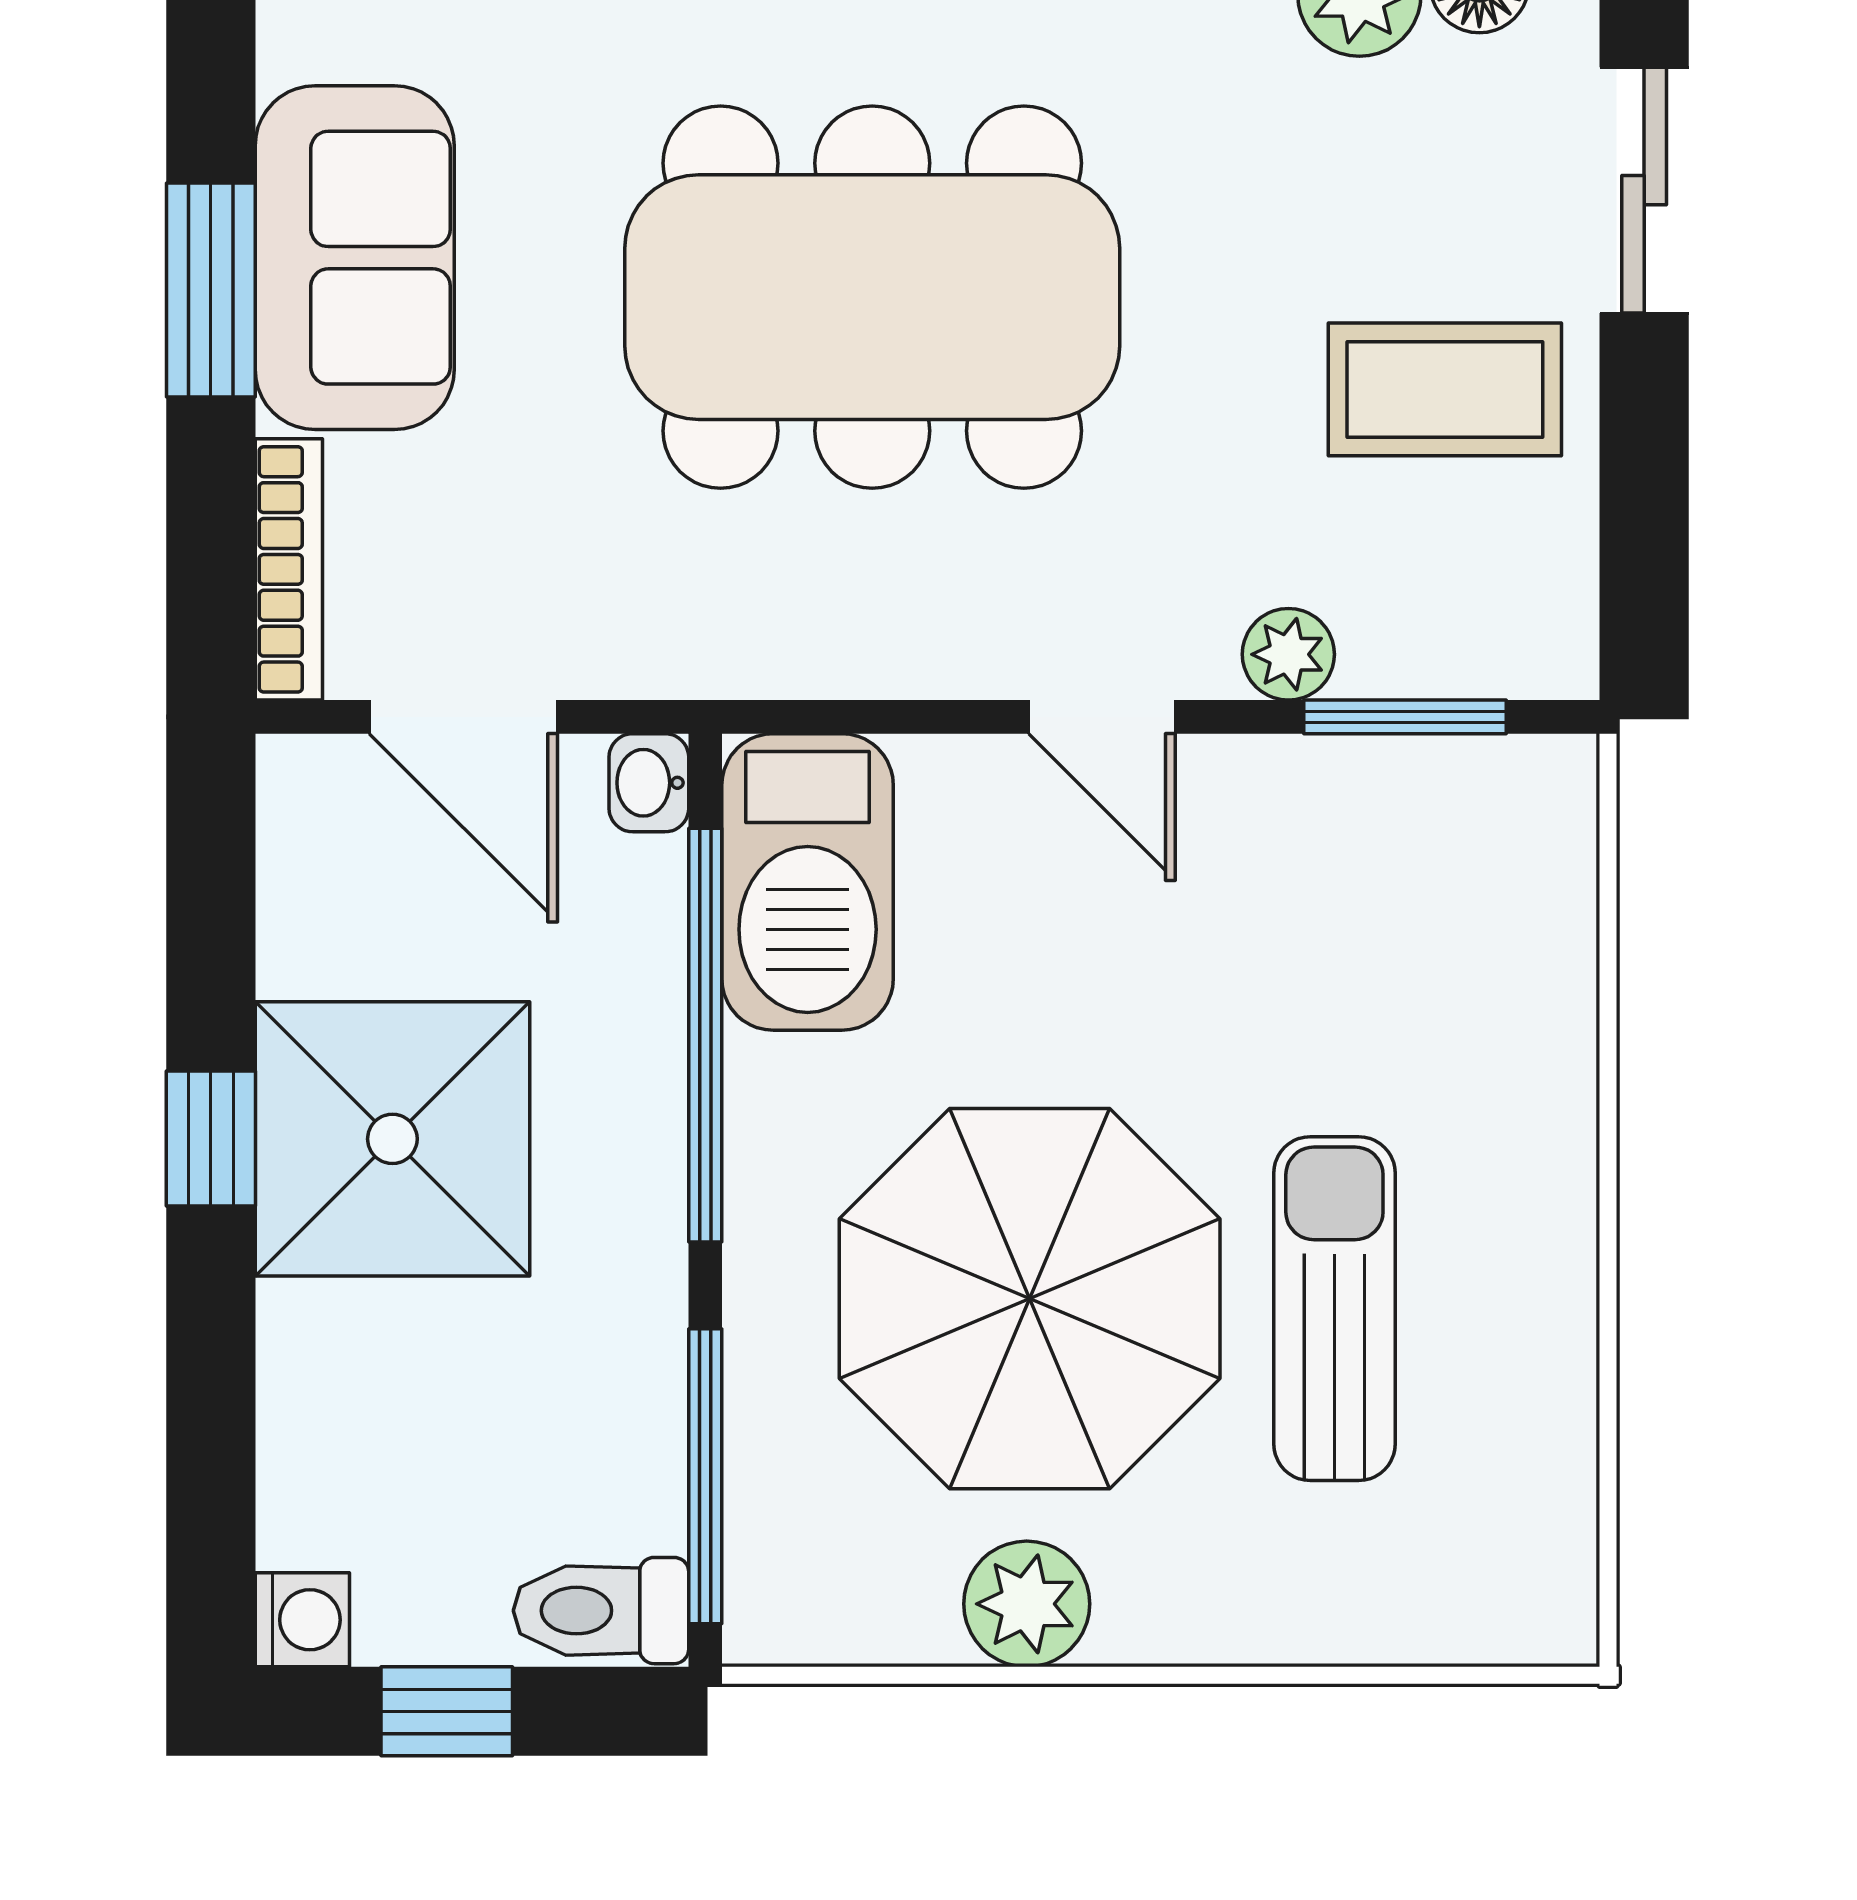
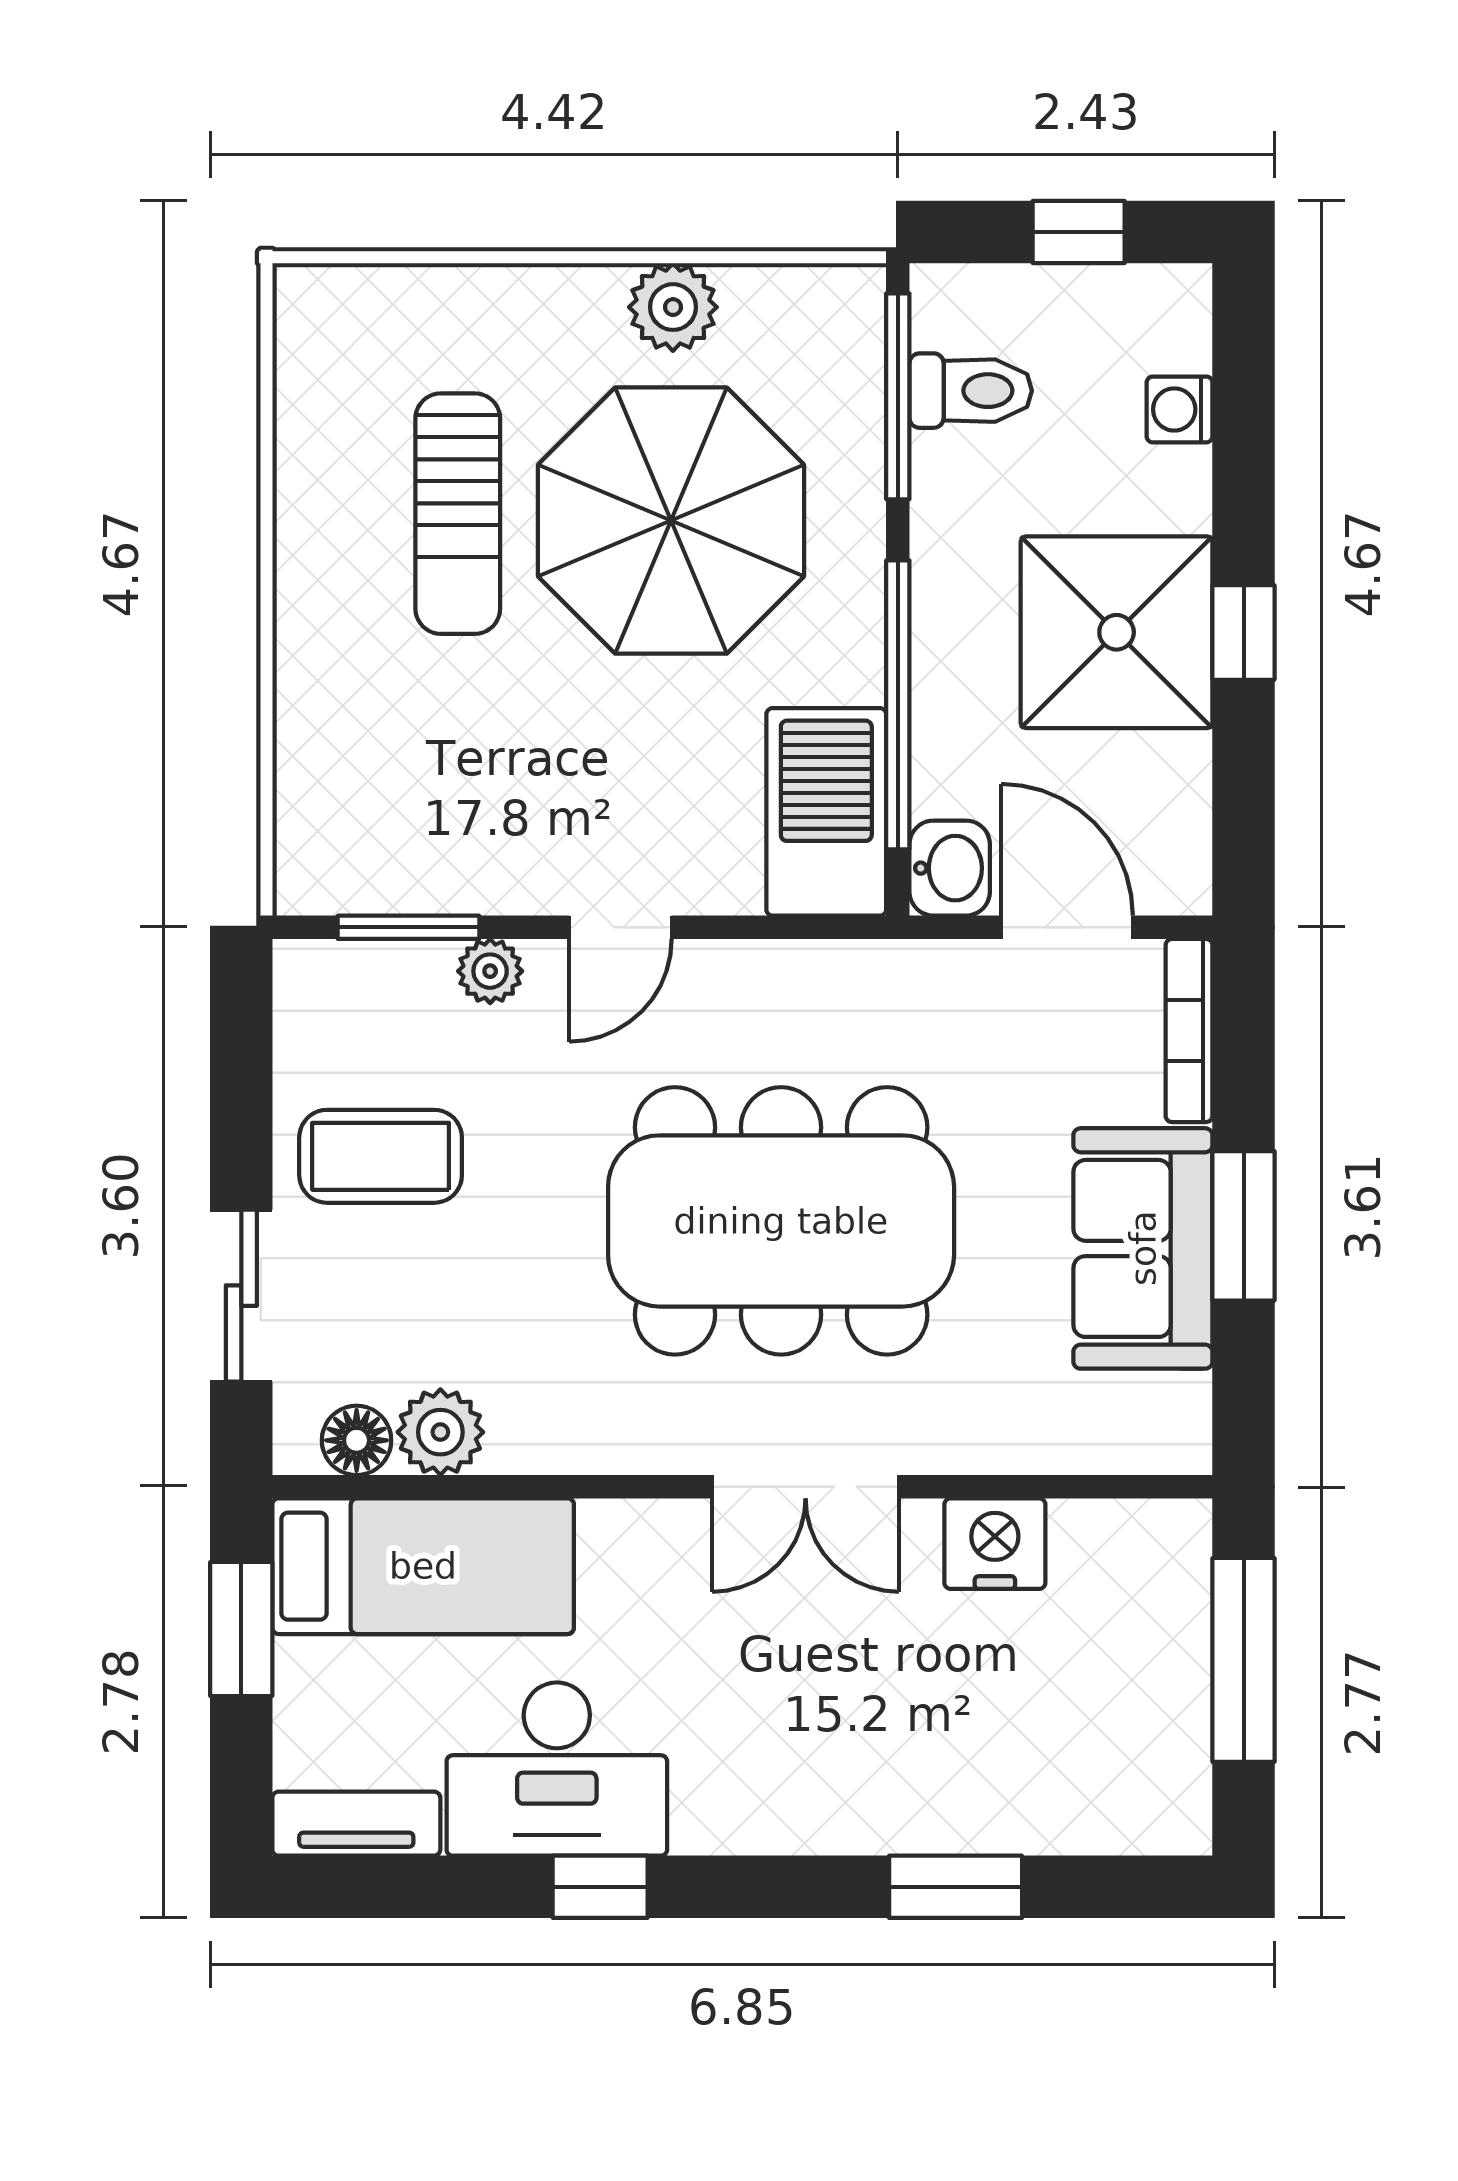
door: (1102, 717) -> (620, 927), swing flipped
washbasin: (649, 783) -> (950, 868), width x1.38, depth x1.45
toilet: (601, 1611) -> (971, 391), moved
washing machine: (302, 1620) -> (1180, 409), moved

